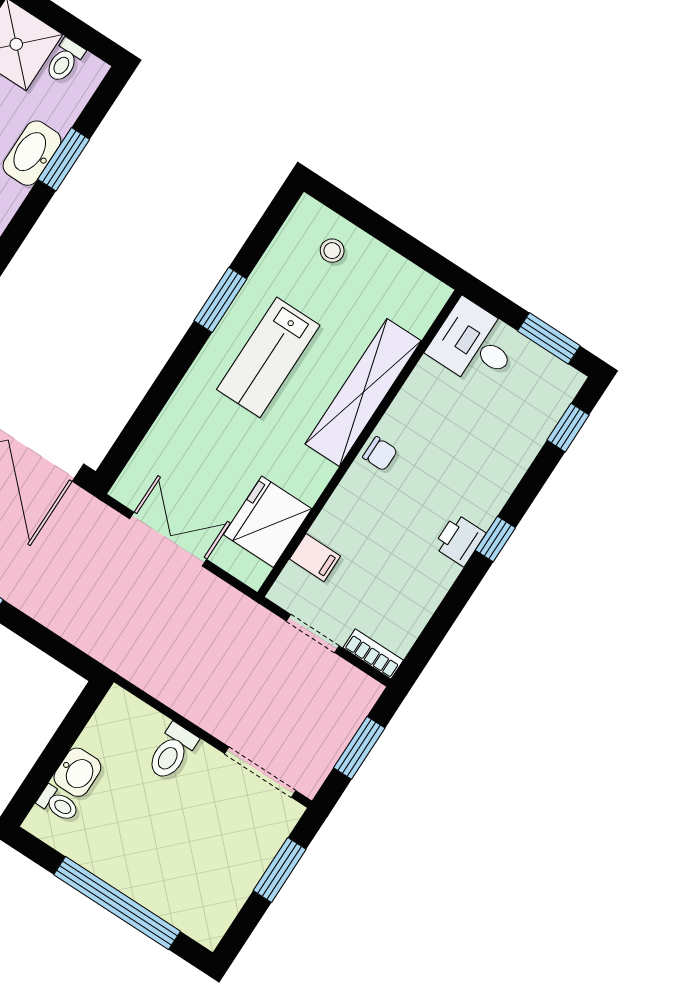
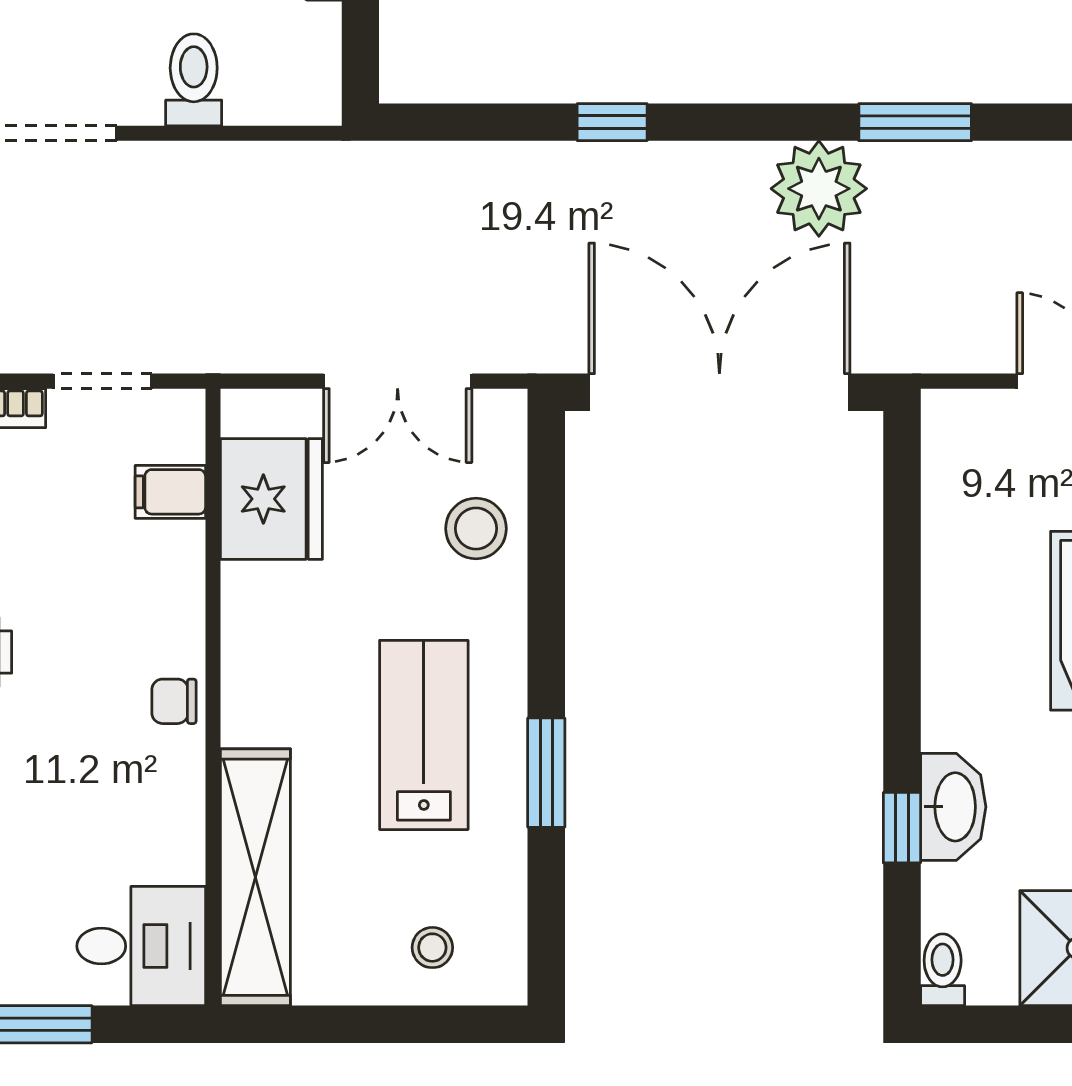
toilet: (65, 61) -> (943, 970), moved
window: (64, 159) -> (902, 828), width x0.67
shelving: (363, 392) -> (255, 877), moved
stool: (177, 442) -> (476, 529), added

